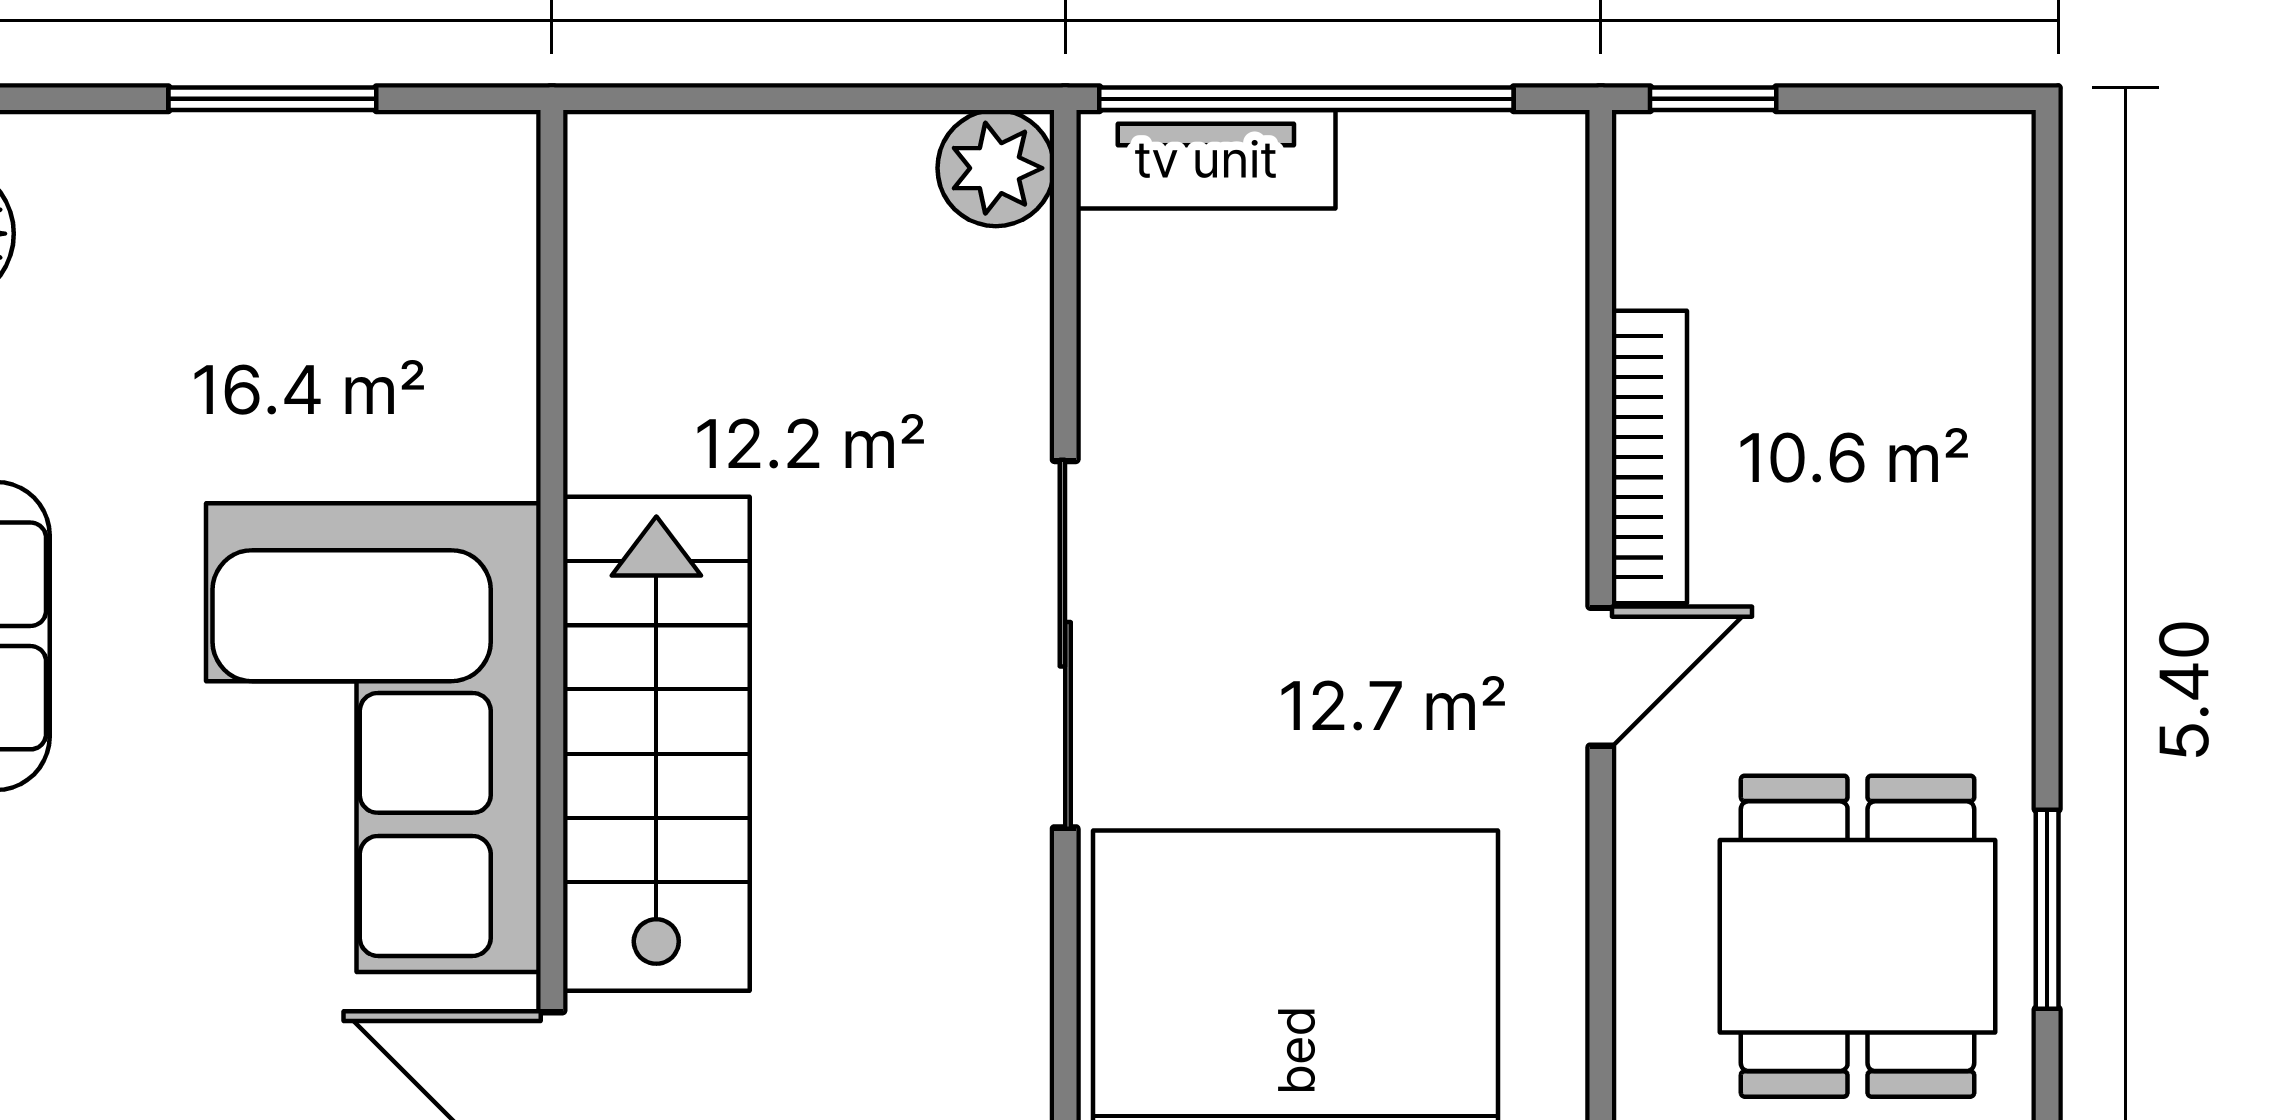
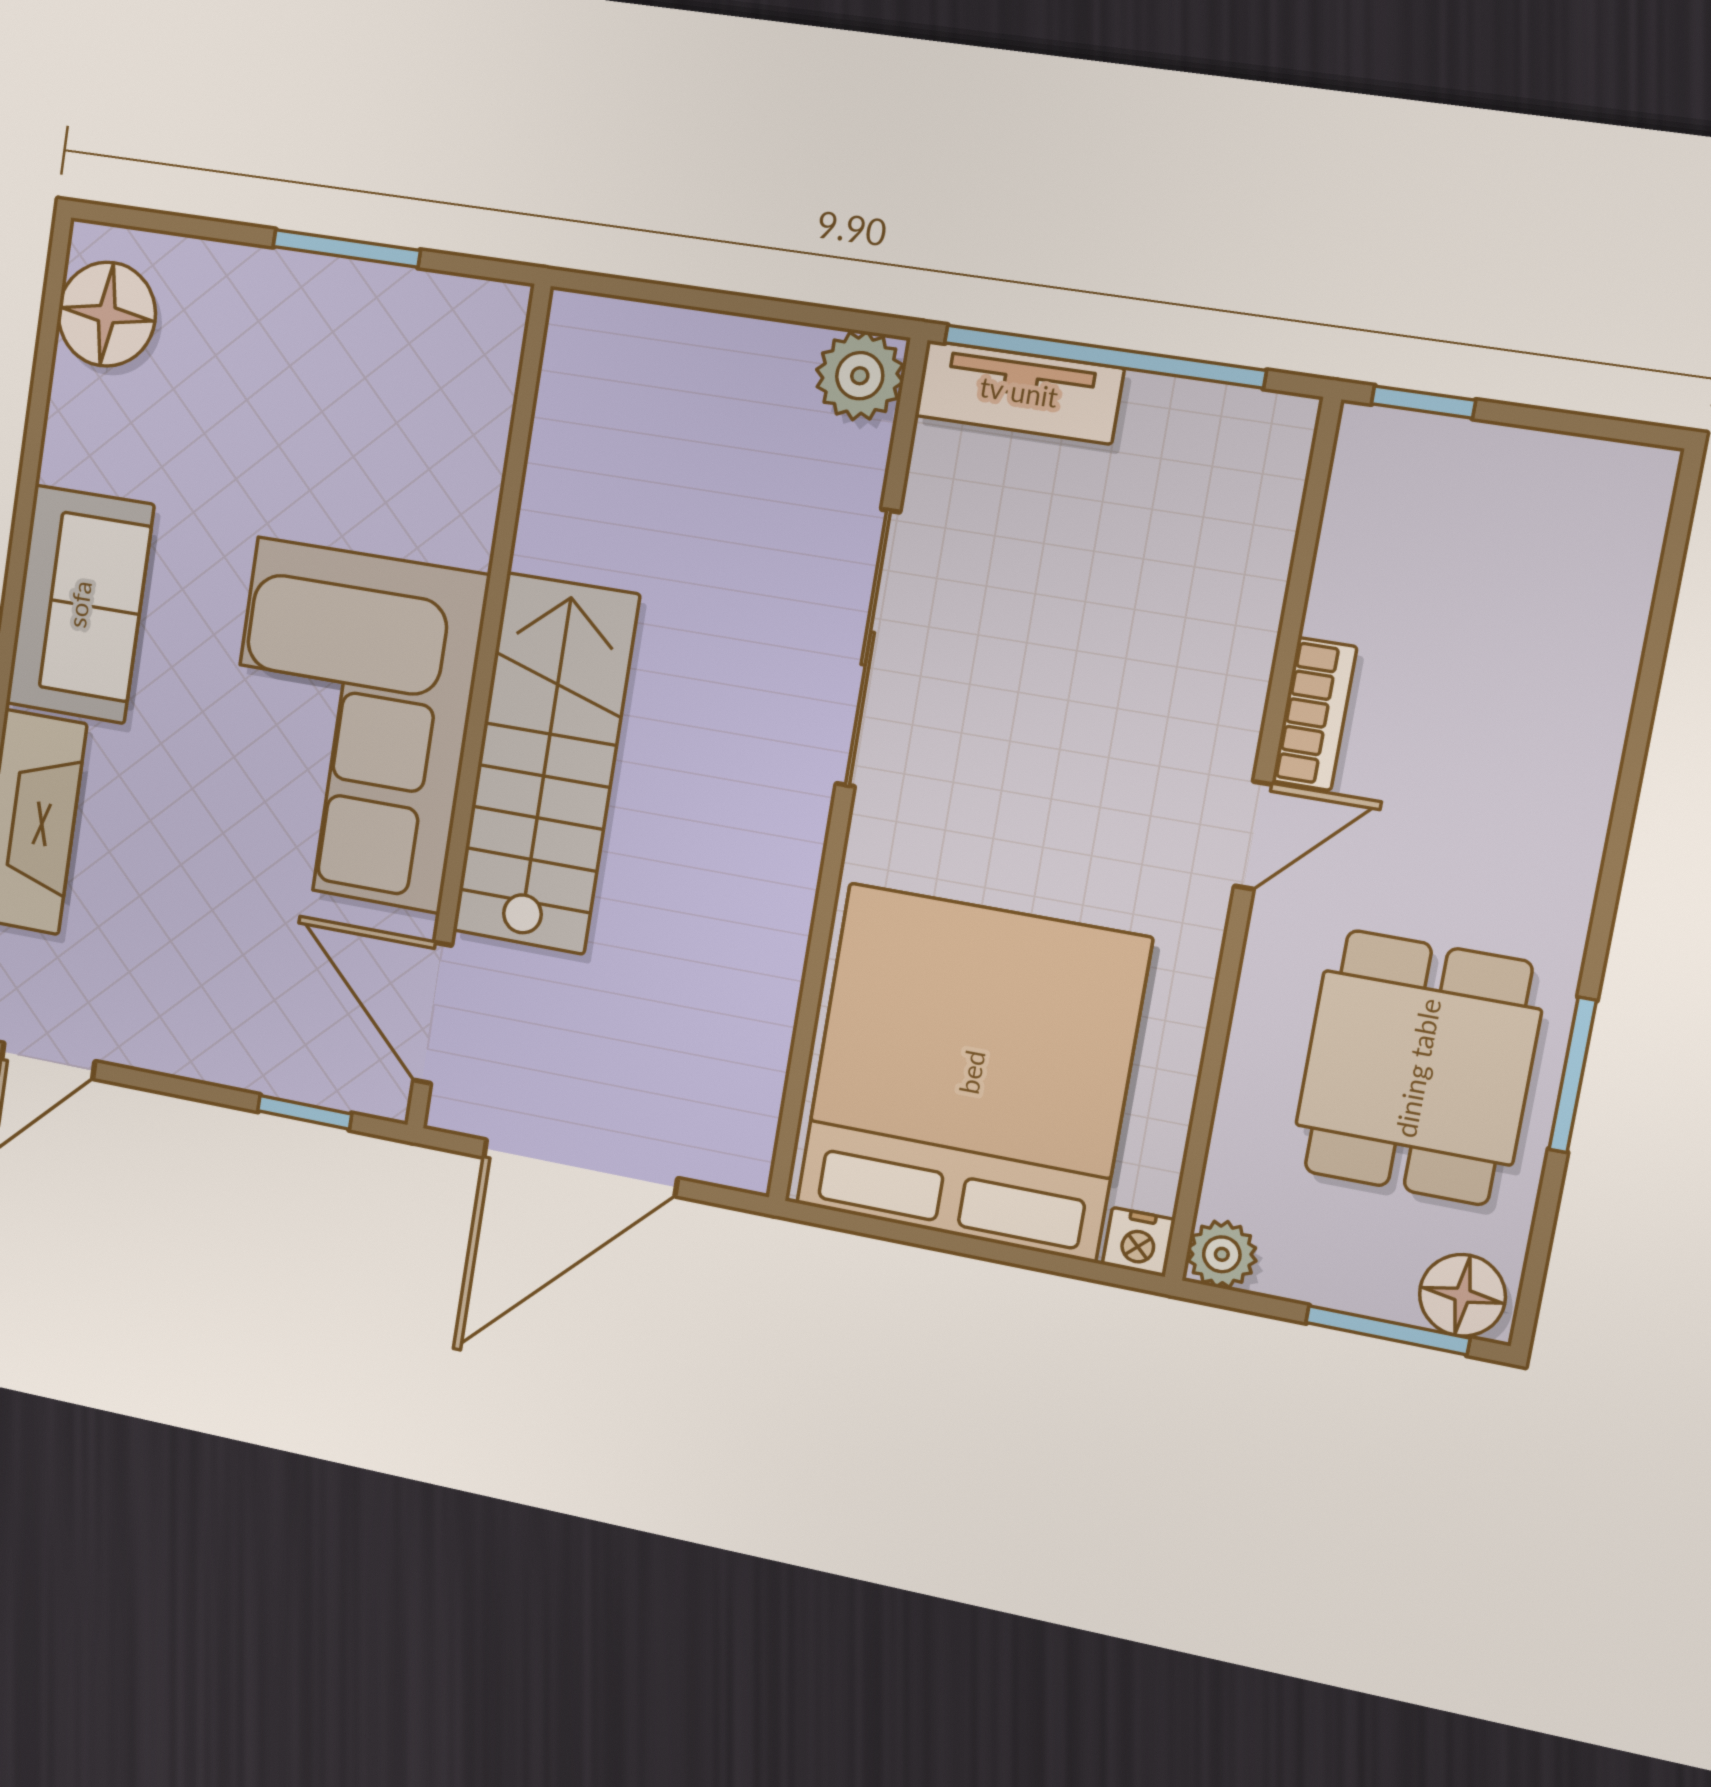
bookcase: (1649, 457) -> (1314, 714), width x0.64
sliding door: (1065, 644) -> (868, 649), moved

